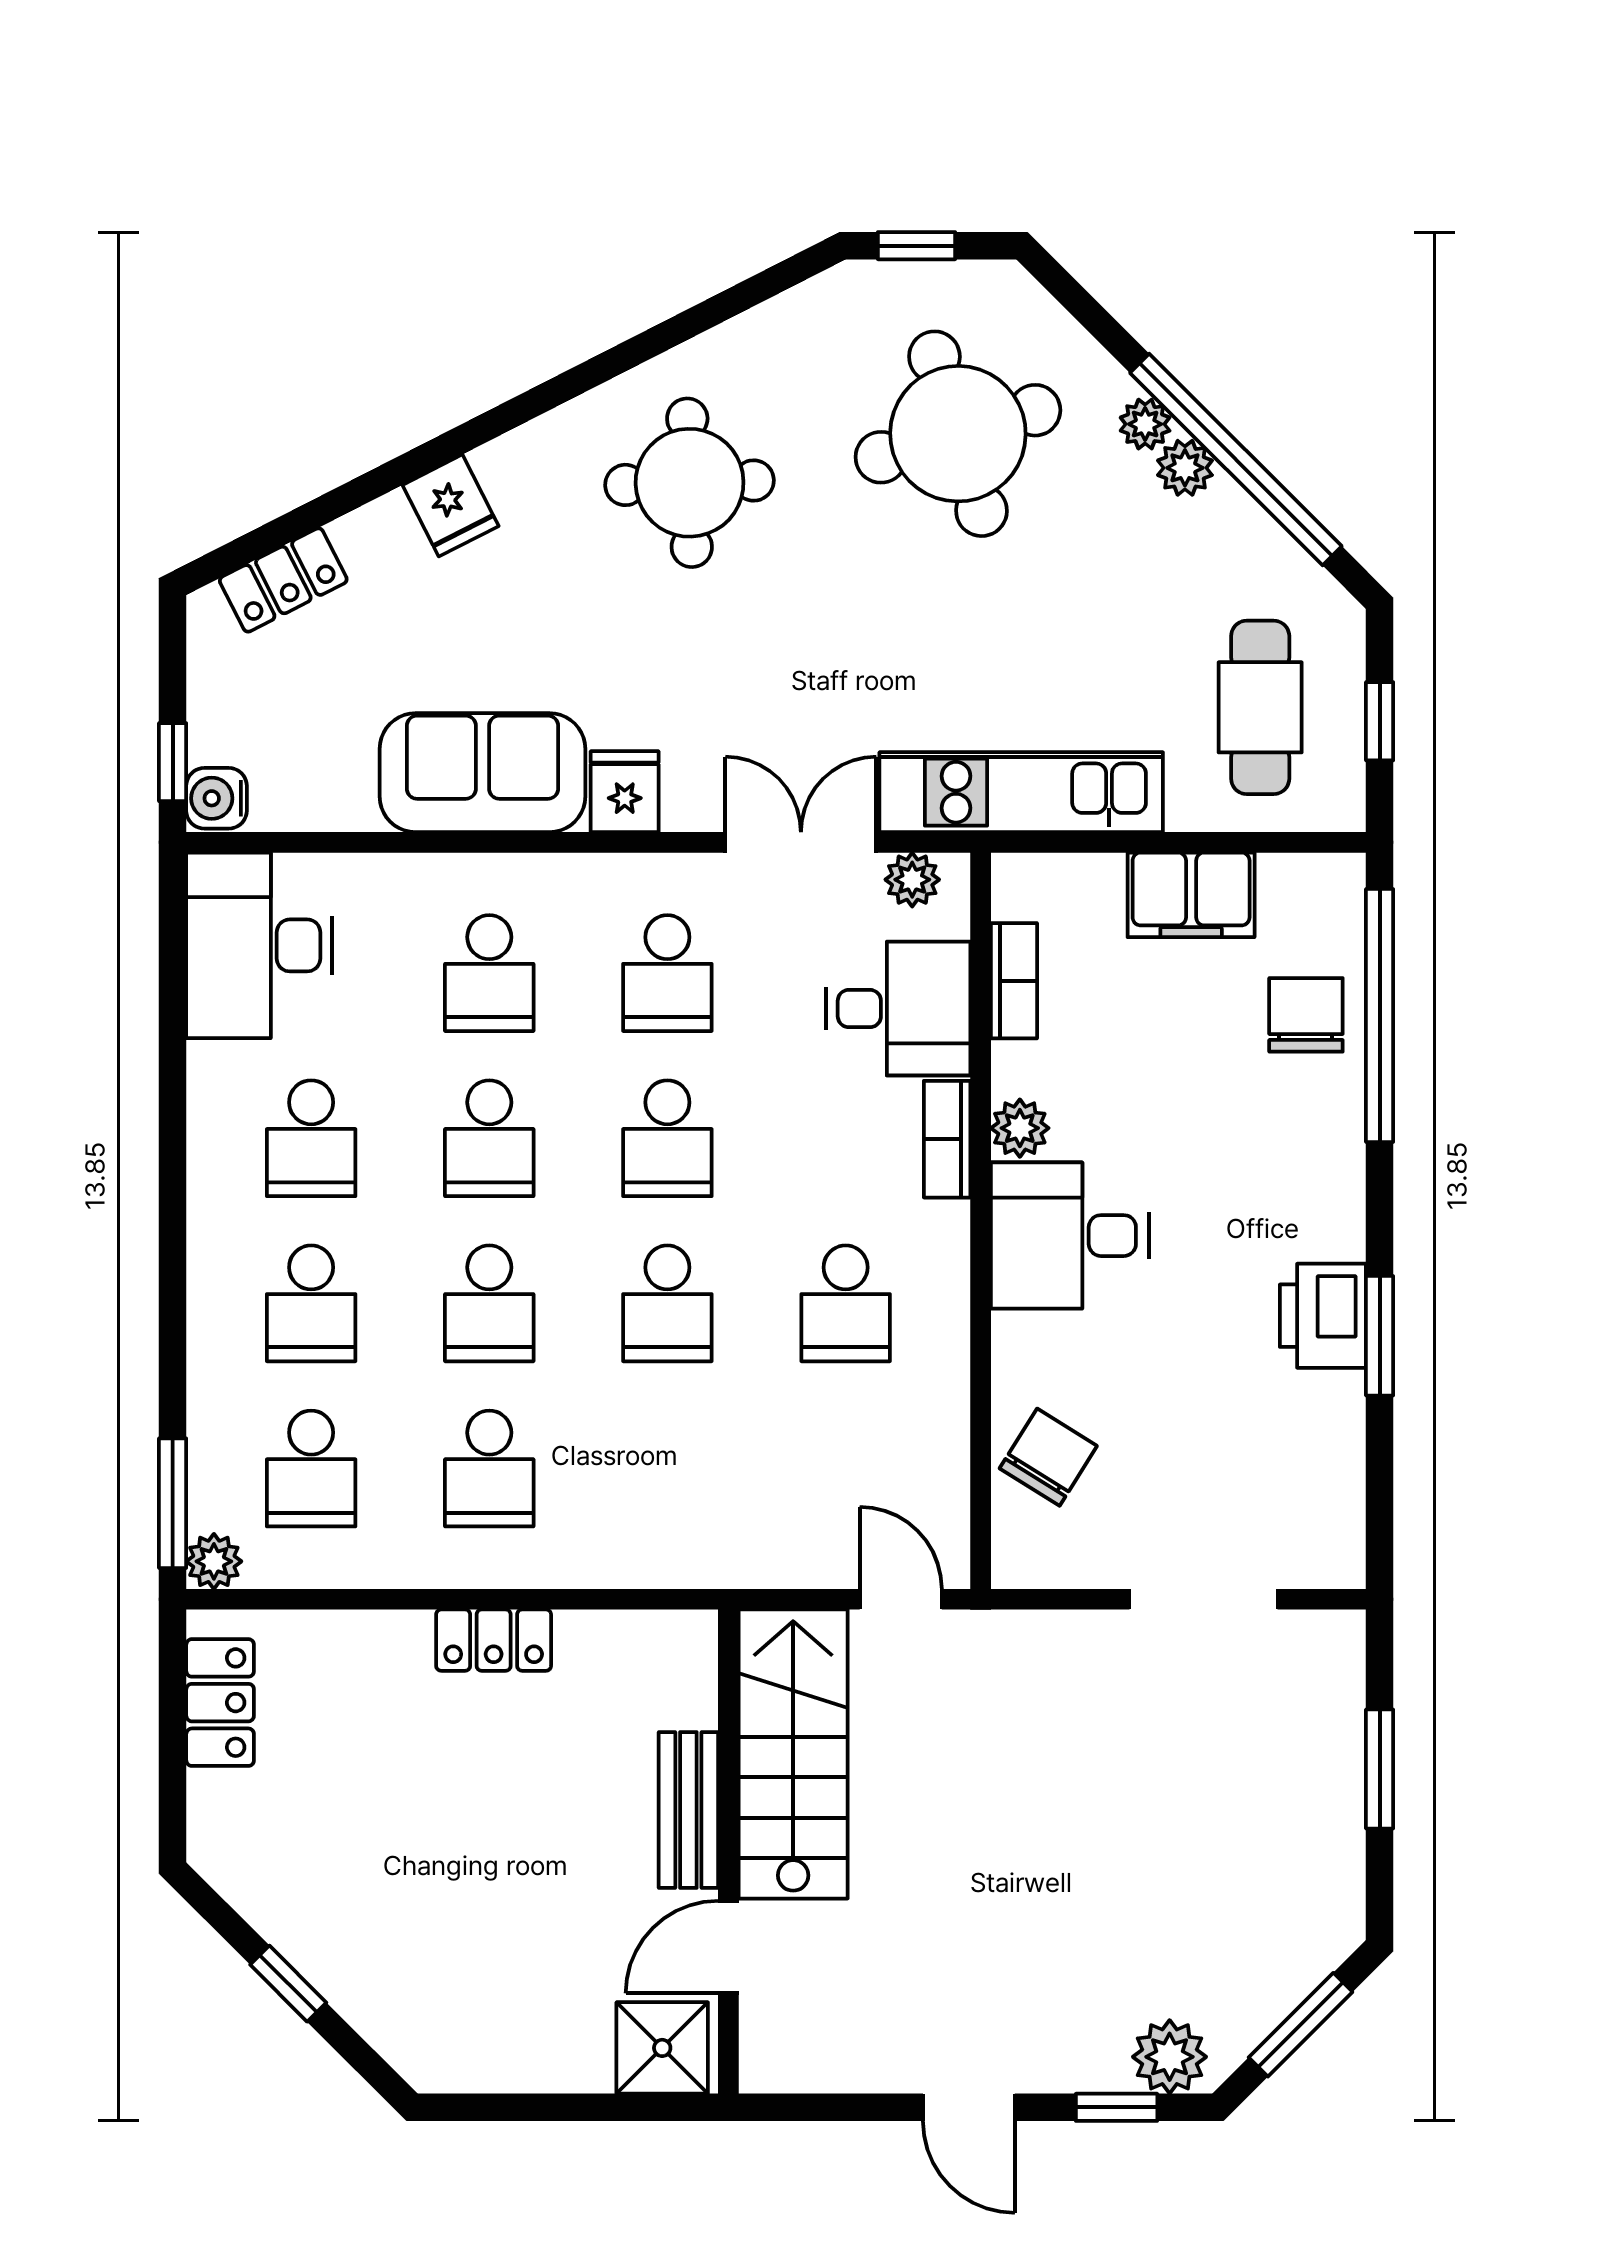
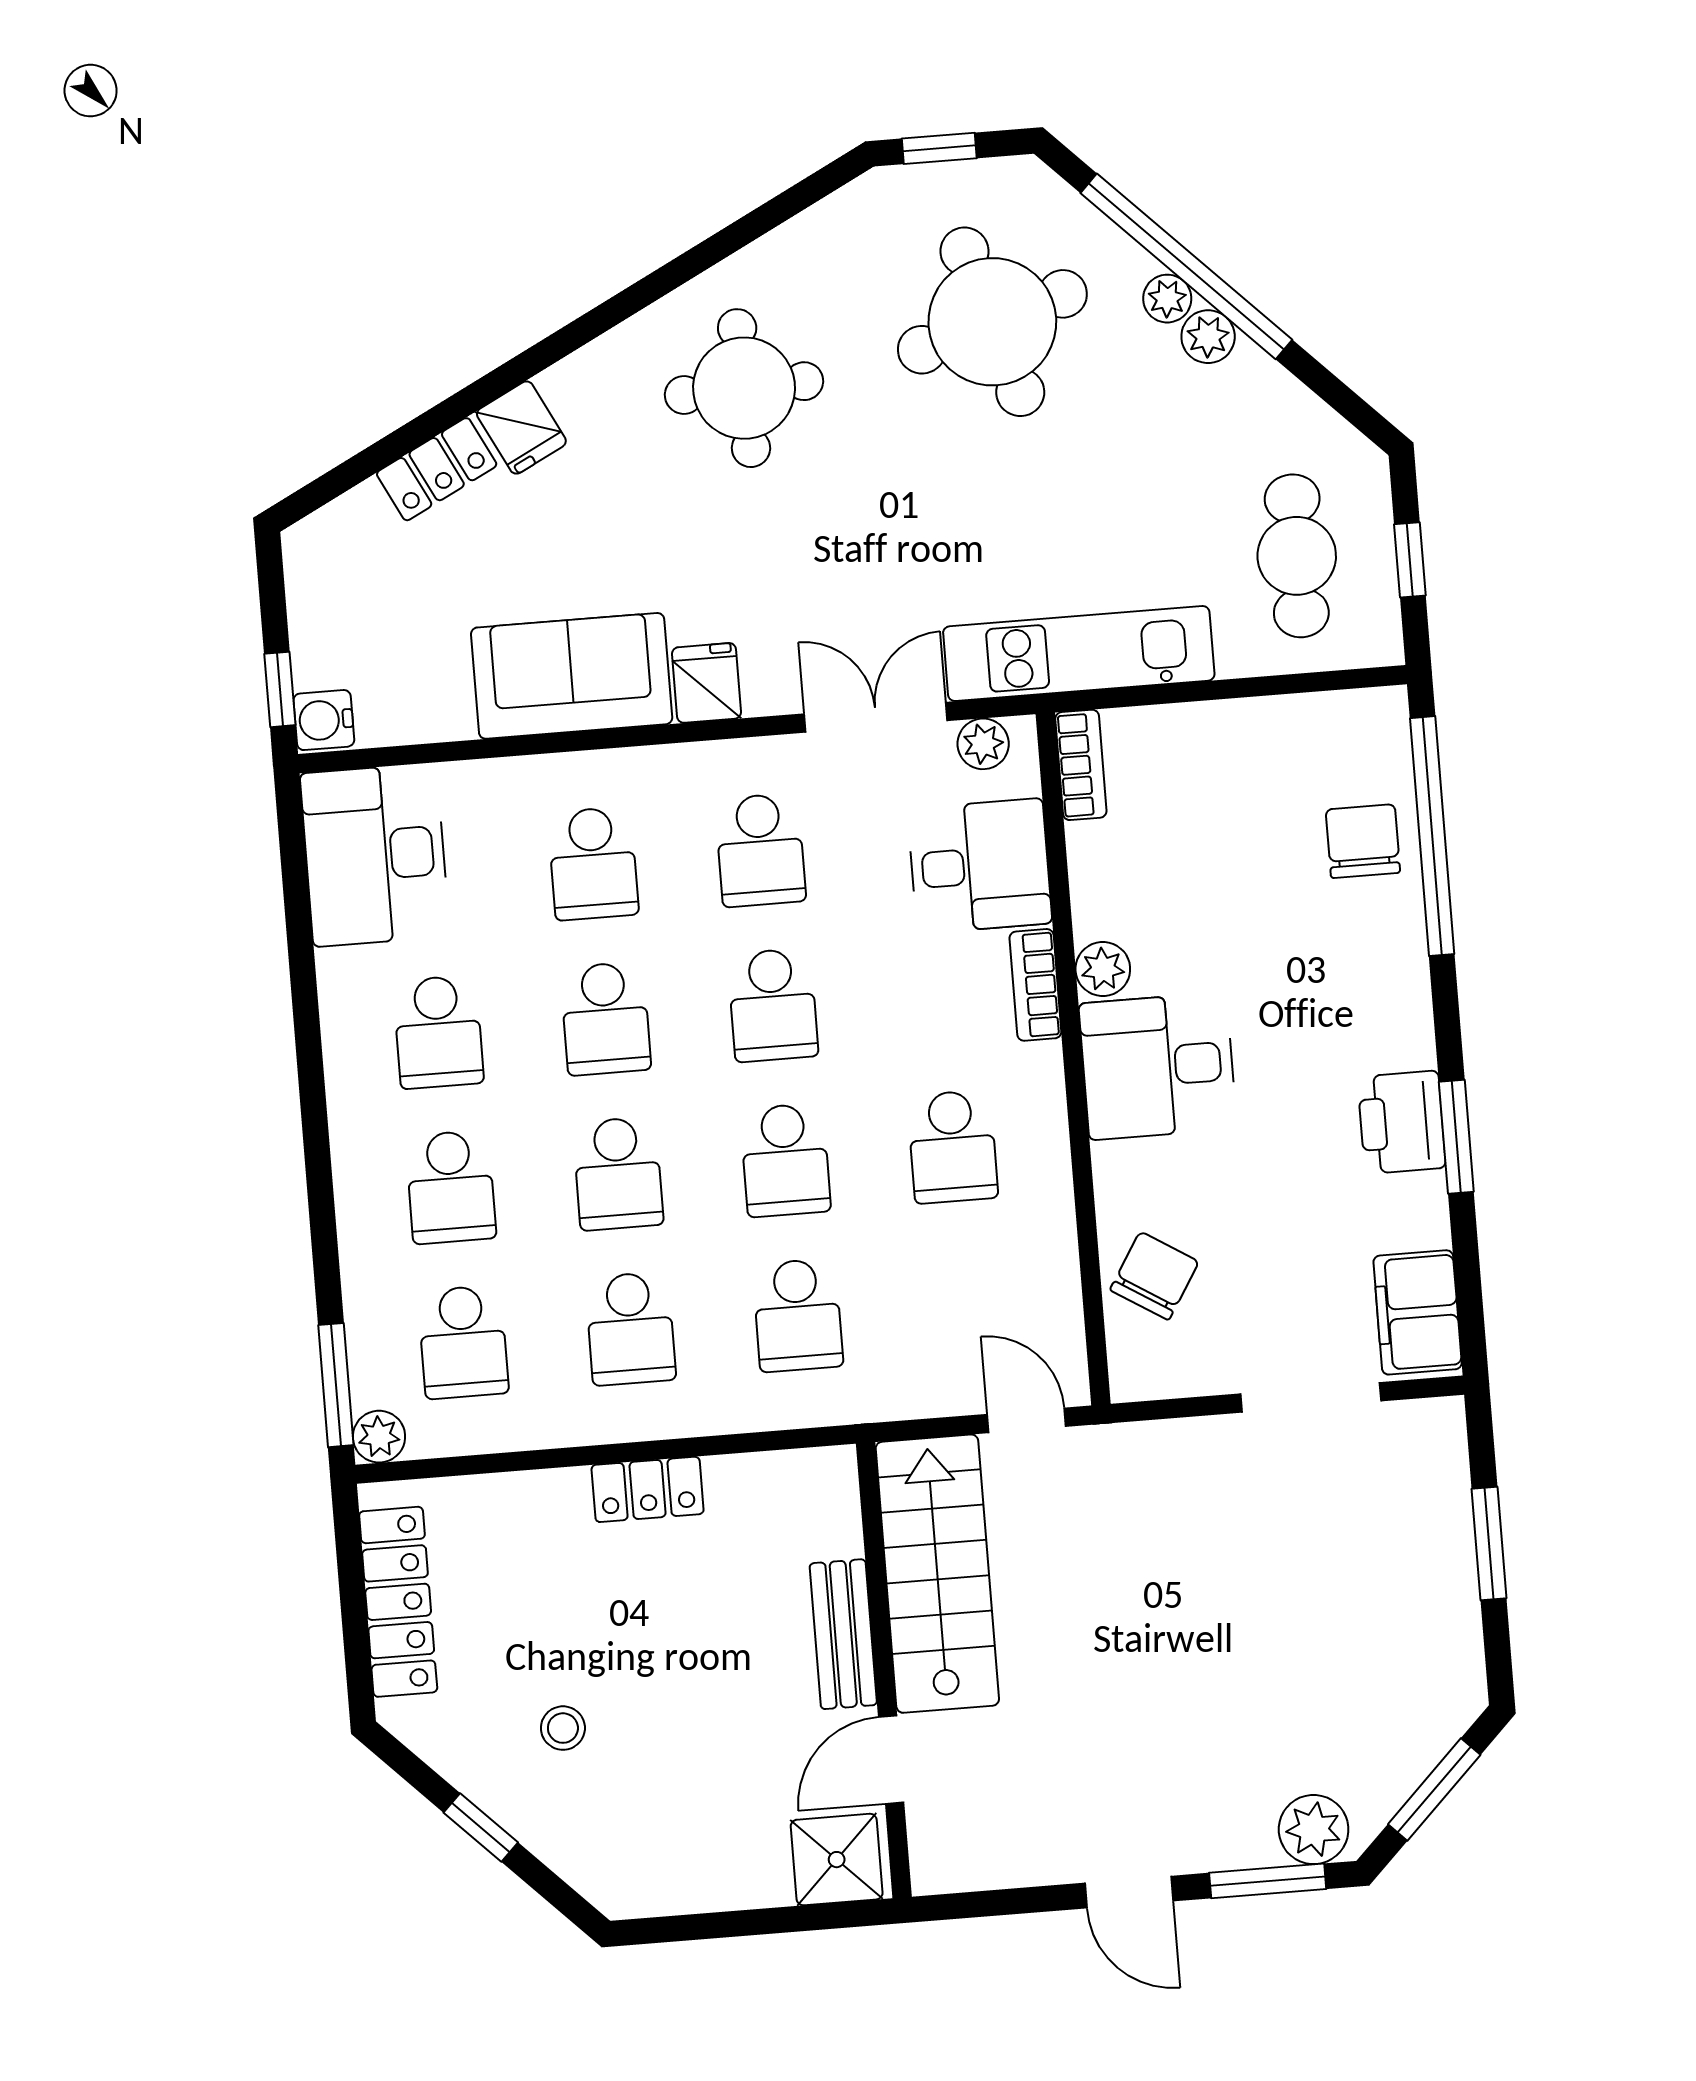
window: (1236, 460) -> (1186, 266), moved
locker: (283, 580) -> (437, 469), moved
filing cabinet: (1191, 895) -> (1418, 1312), moved, turned 90
bookcase: (1014, 981) -> (1081, 765), moved
school desk: (667, 1469) -> (798, 1315), added
locker: (220, 1703) -> (398, 1602), width x1.53
stool: (384, 1885) -> (563, 1728), added
window: (1117, 2107) -> (1268, 1881), width x1.50

